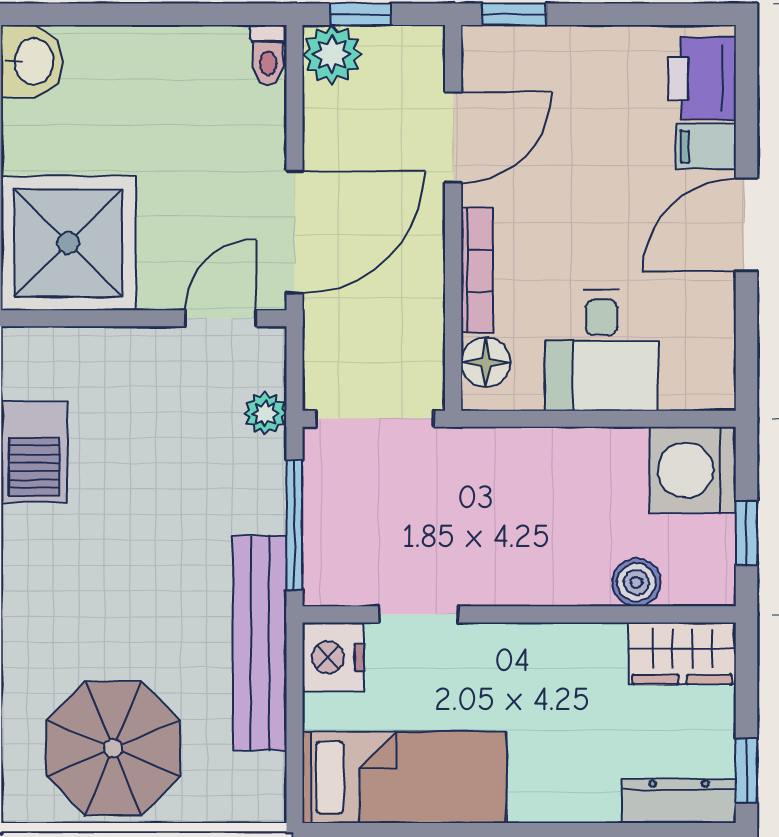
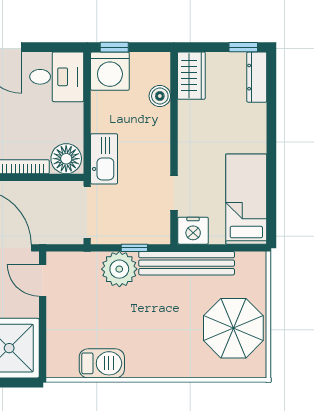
desk: (602, 350) -> (57, 77), moved
floor lamp: (486, 362) -> (66, 159), width x1.38, depth x1.38
plant: (265, 413) -> (119, 269), moved, width x1.87, depth x1.87
kitchen sink: (495, 457) -> (104, 159), added
window: (294, 525) -> (134, 248), width x0.46
window: (747, 533) -> (114, 47), moved

